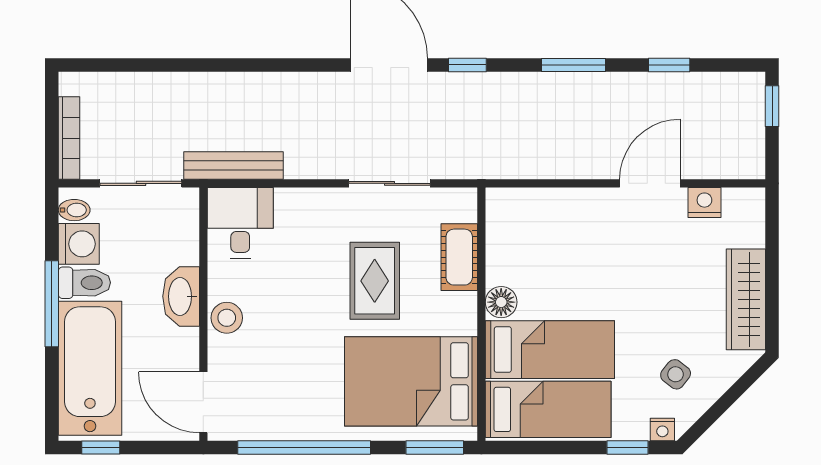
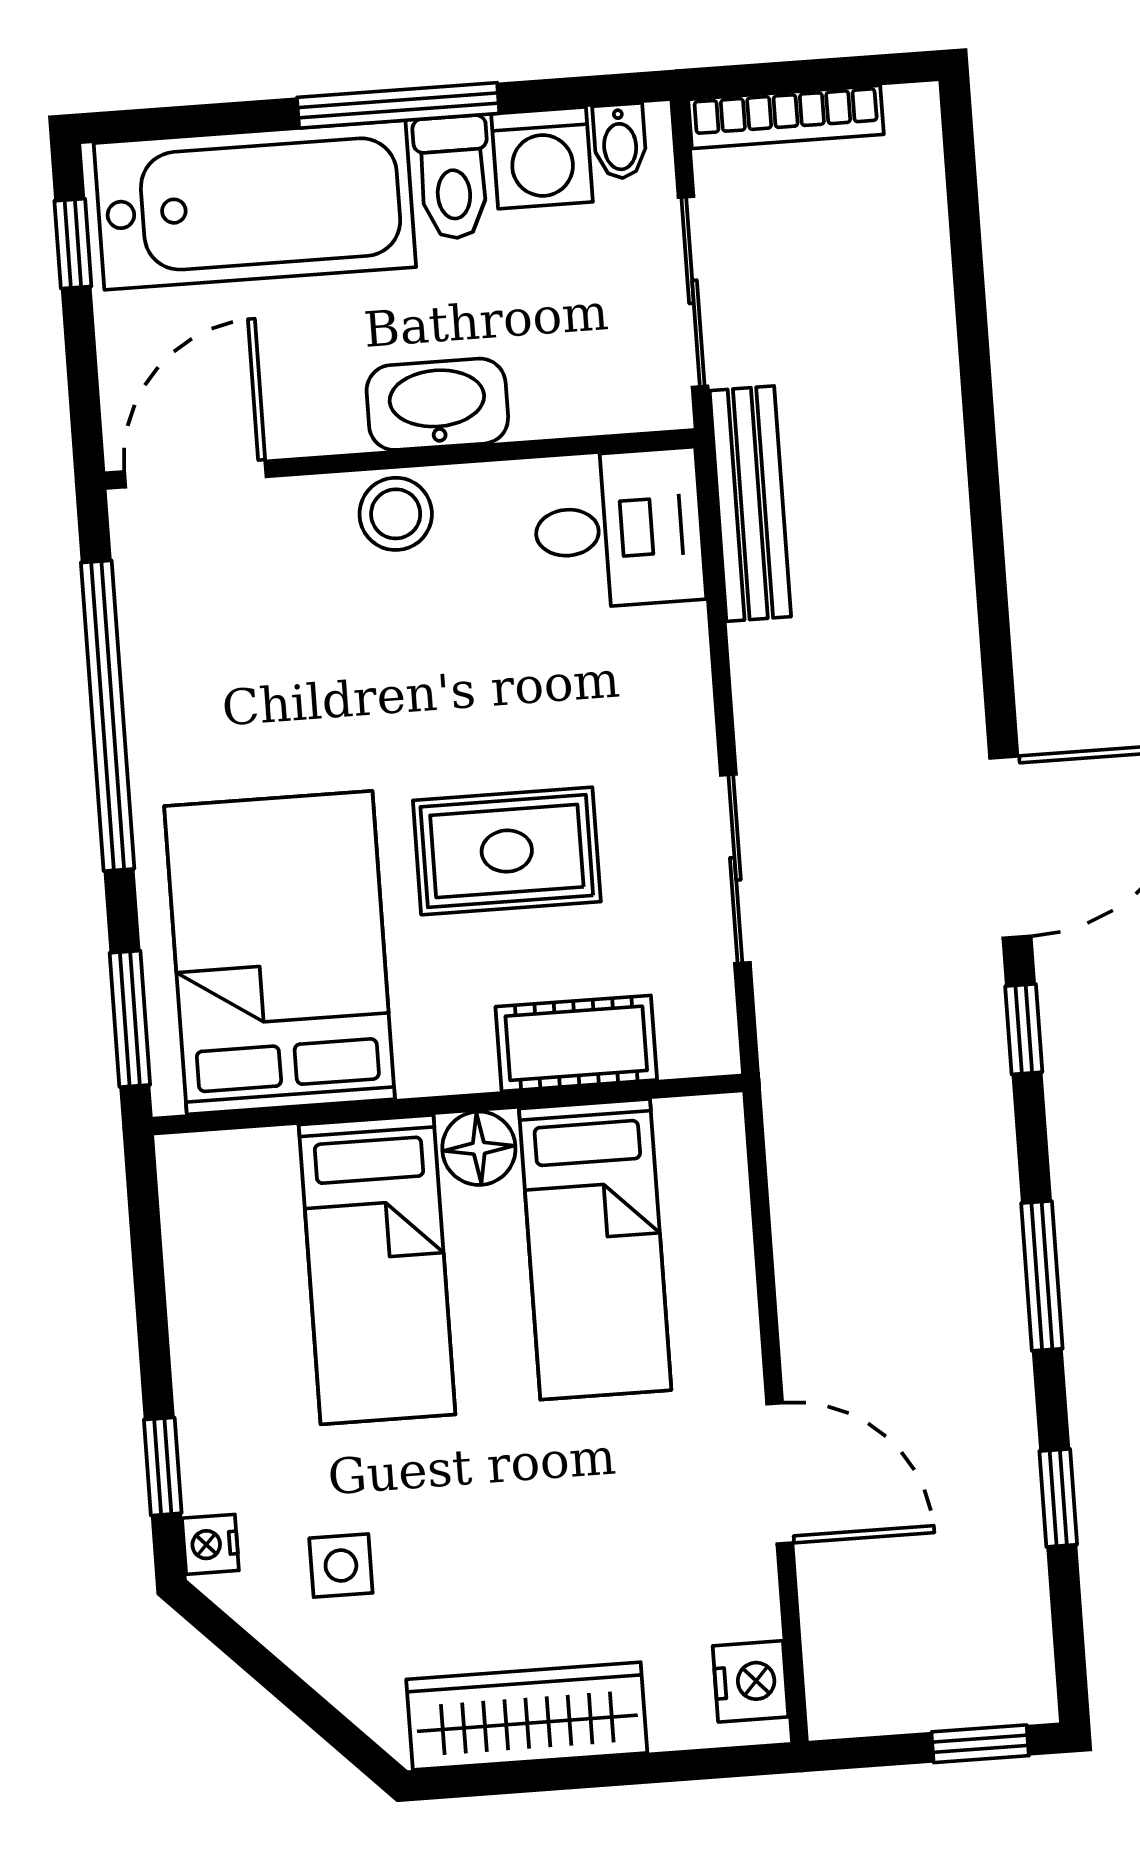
nightstand: (704, 202) -> (751, 1681), moved
side table: (676, 374) -> (341, 1566), turned -38
bed: (548, 409) -> (595, 1249), moved

